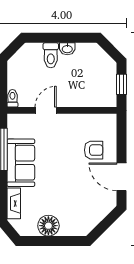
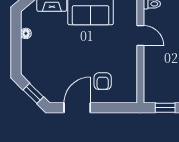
window: (106, 223) -> (33, 93), added
floor lamp: (48, 226) -> (26, 33), width x0.53, depth x0.53

